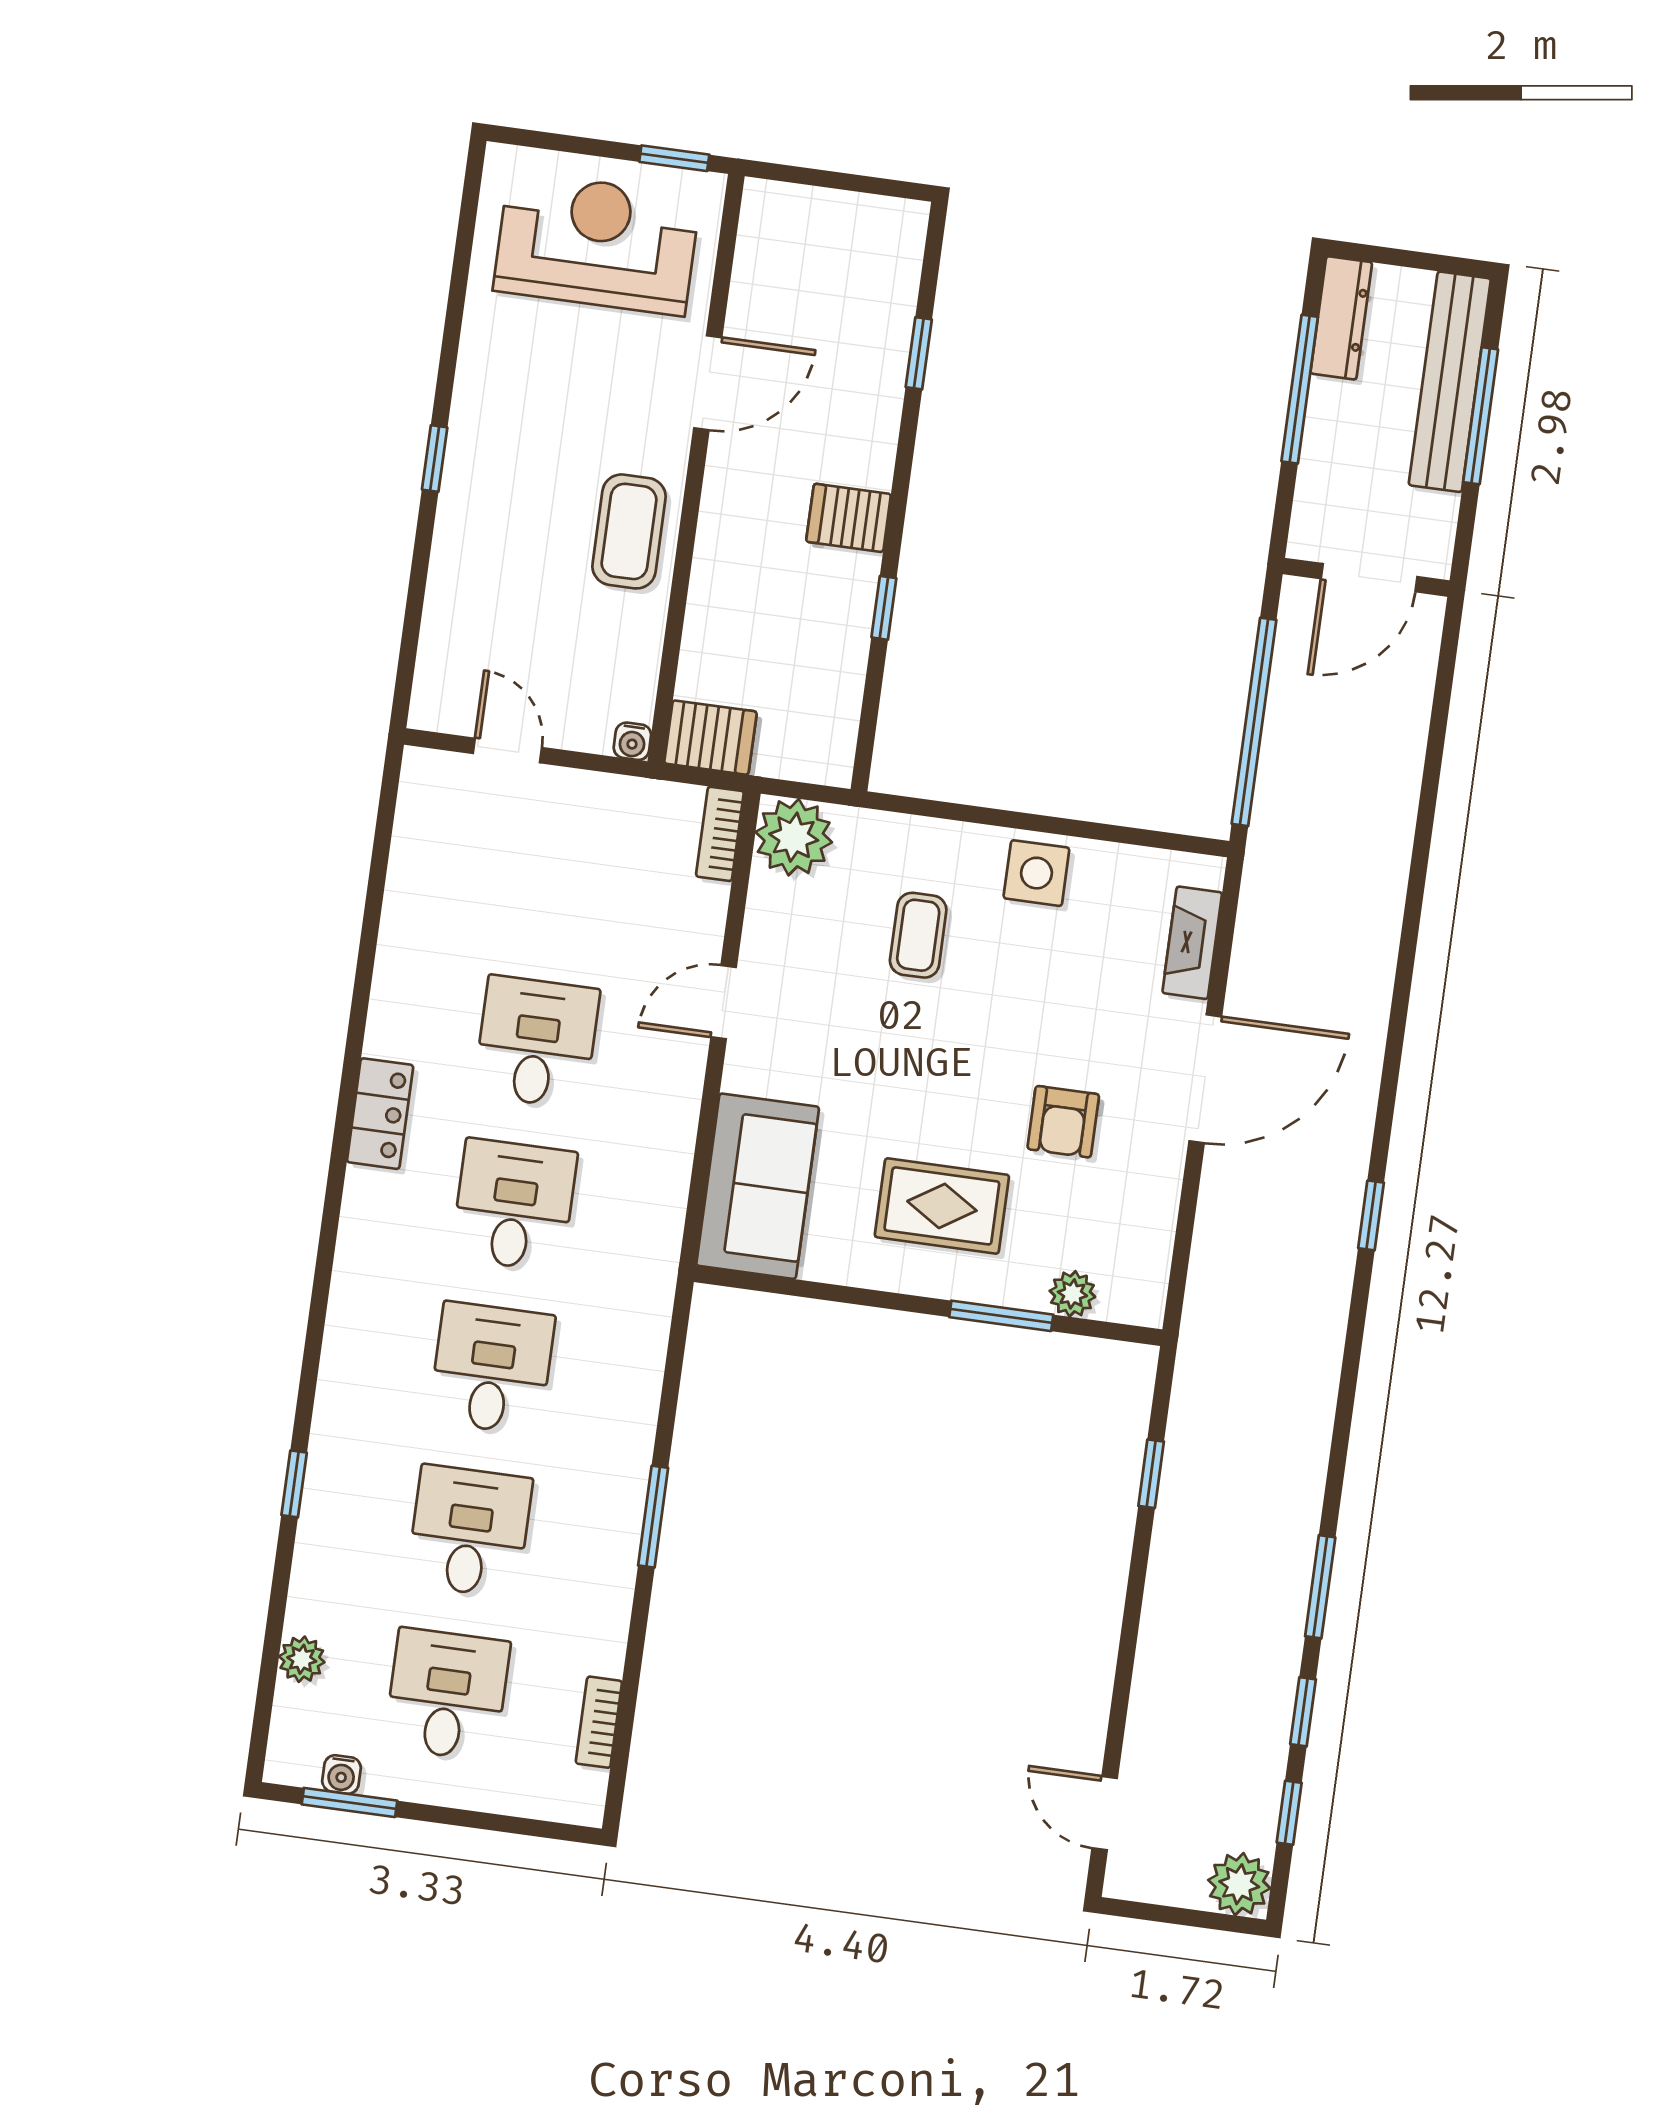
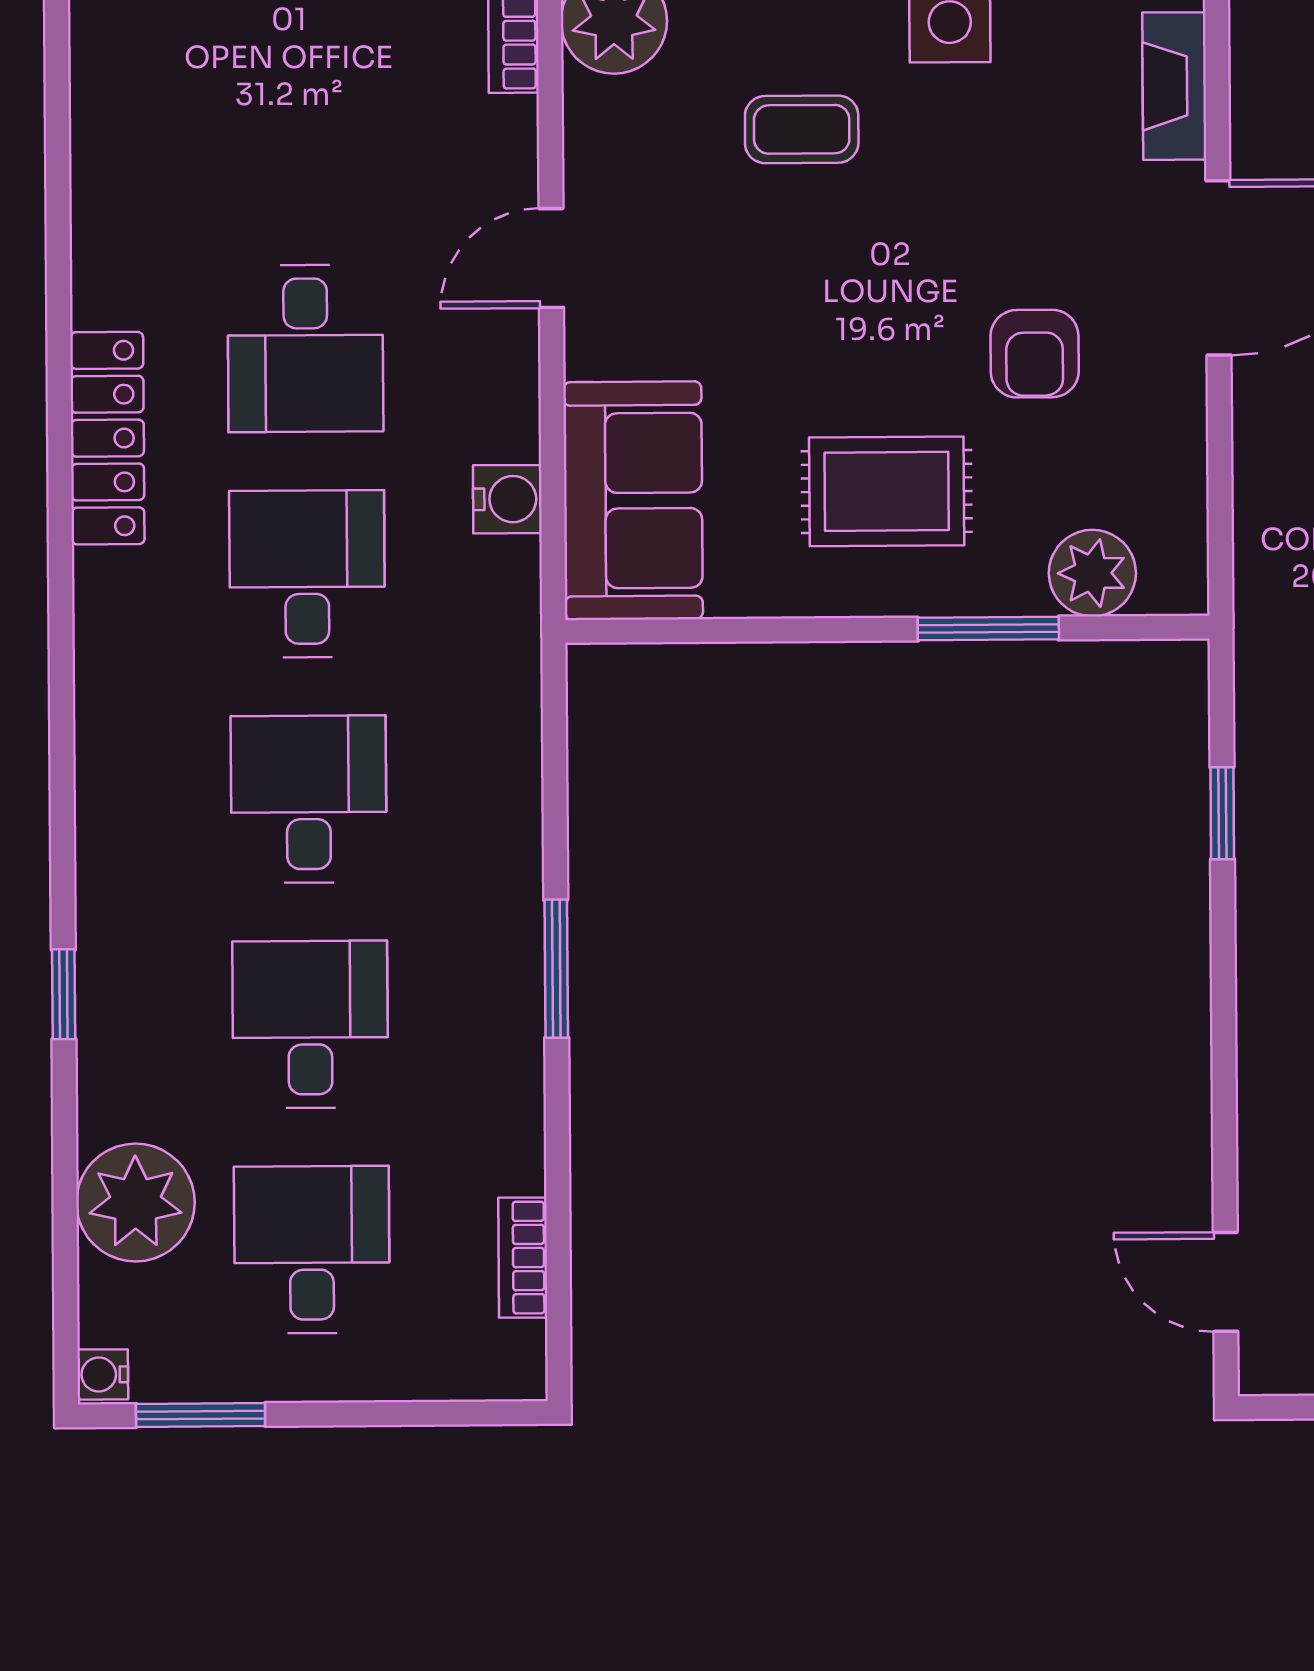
coffee table: (918, 935) -> (802, 129), turned 90
desk: (536, 1042) -> (305, 348), turned 180
locker: (380, 1114) -> (107, 438), width x1.53
water cooler: (667, 1172) -> (507, 499), added
plant: (1072, 1294) -> (1092, 573), width x1.38, depth x1.38
plant: (302, 1659) -> (135, 1203), width x1.88, depth x1.88
water cooler: (342, 1774) -> (103, 1374), moved, turned 90

